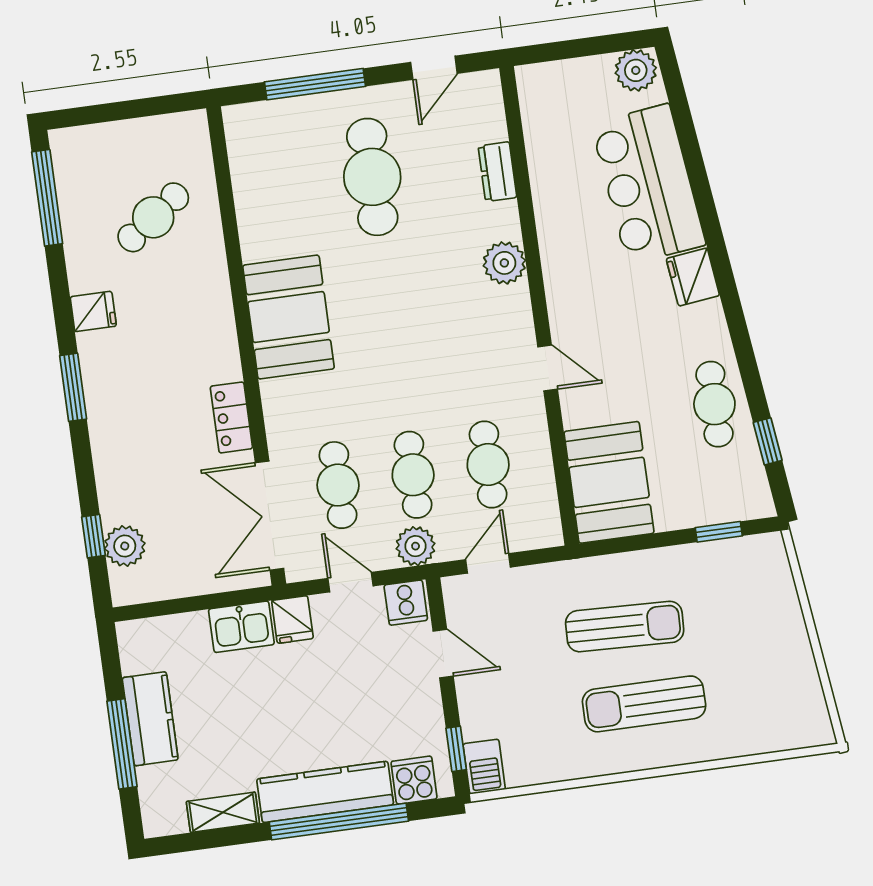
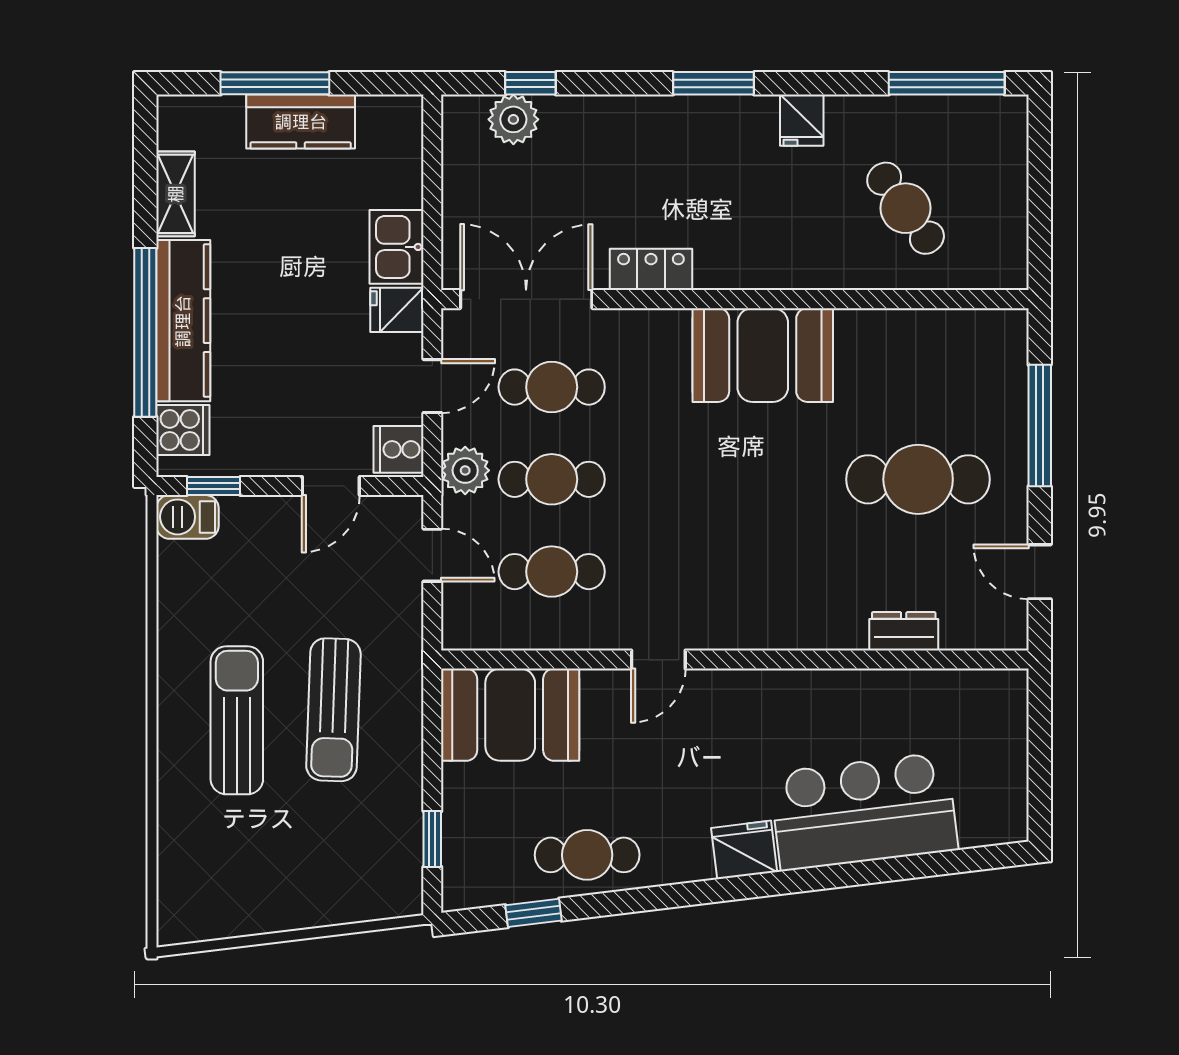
plant: (636, 70) -> (1003, 815), removed
plant: (504, 263) -> (792, 625), removed

